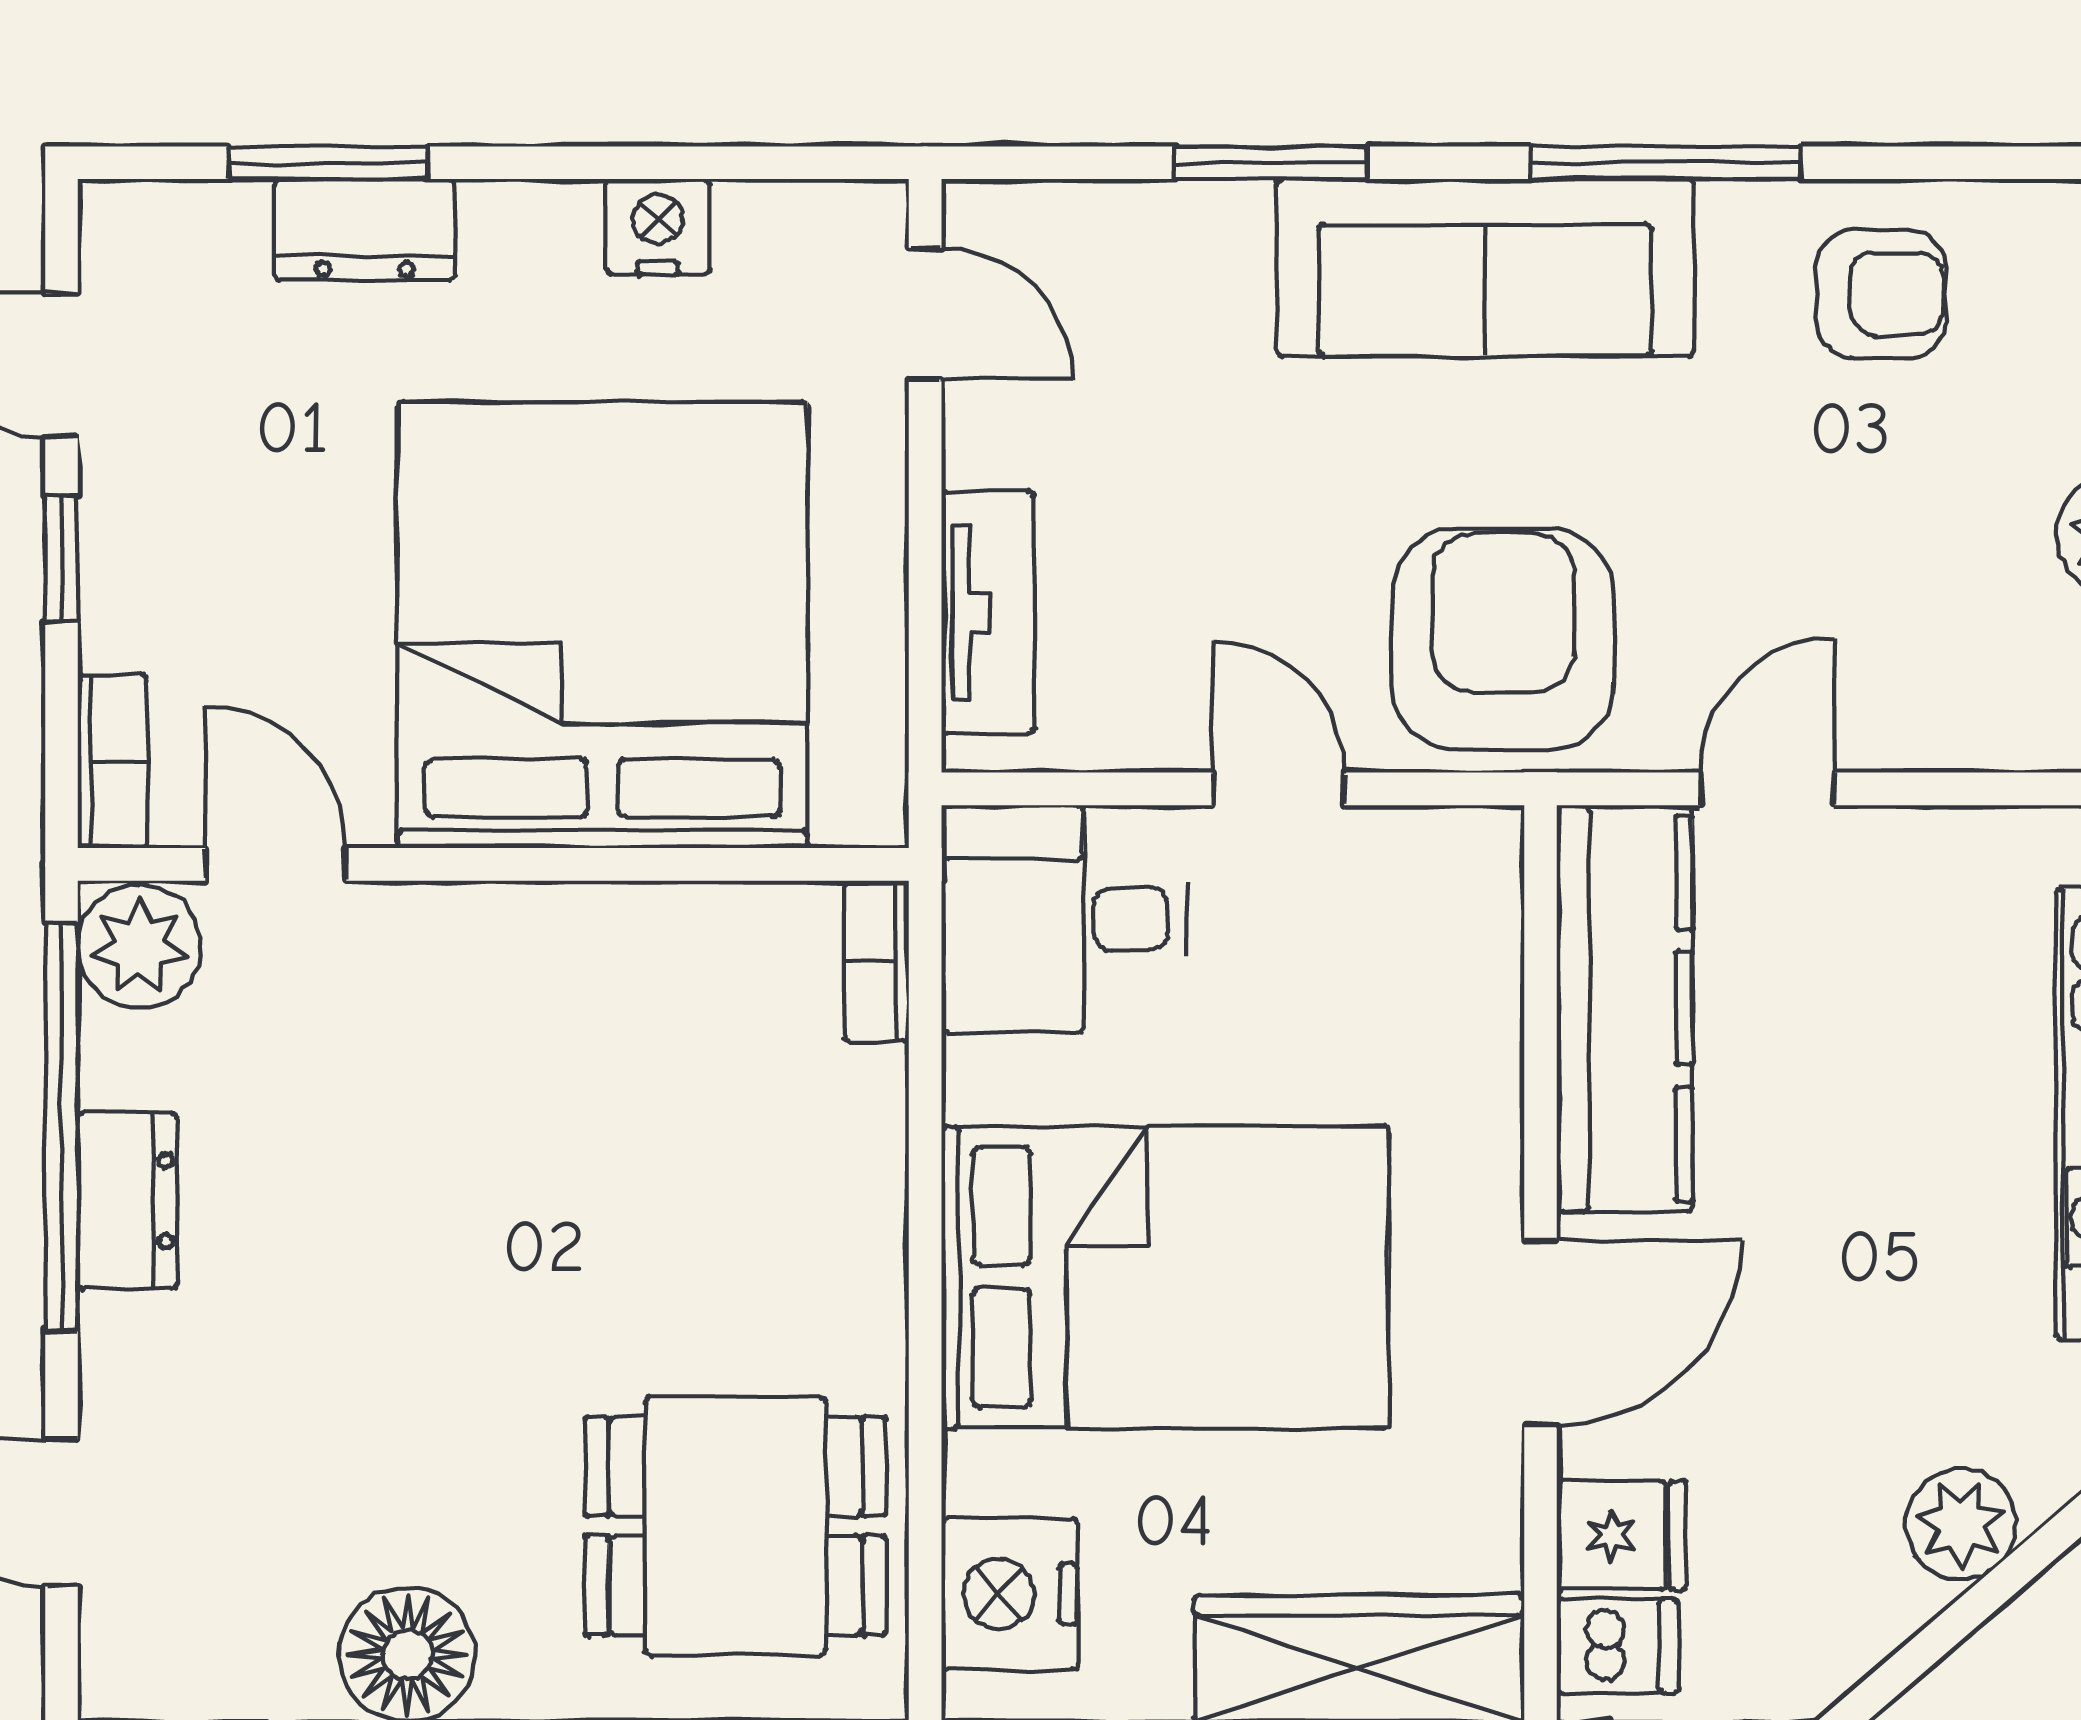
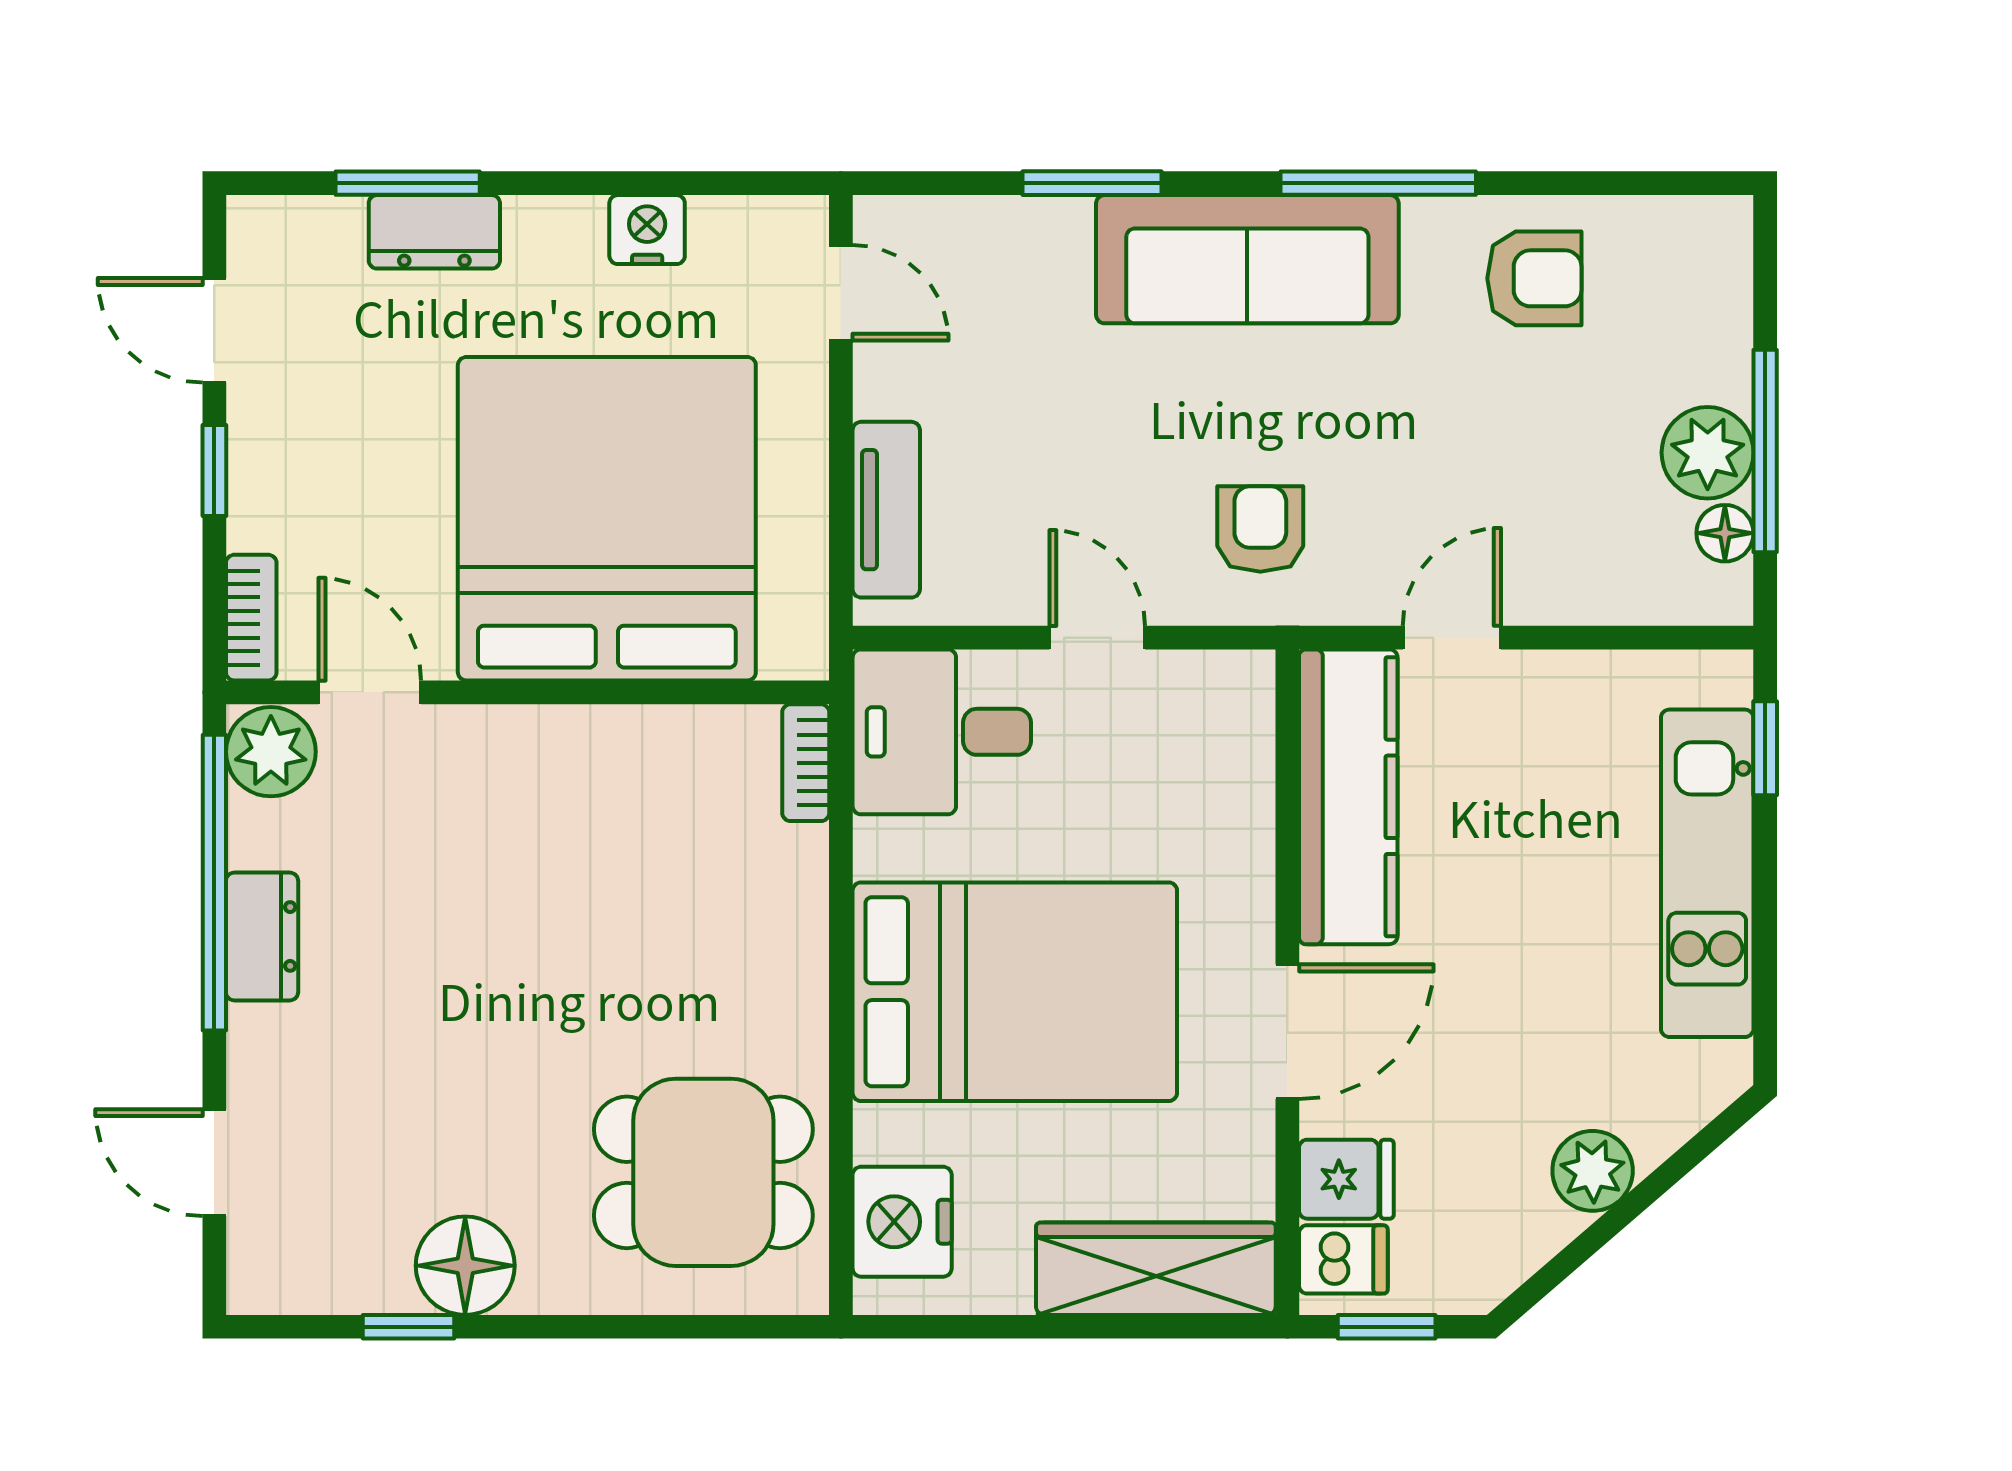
armchair: (1503, 639) -> (1260, 529), width x0.53, depth x0.53

